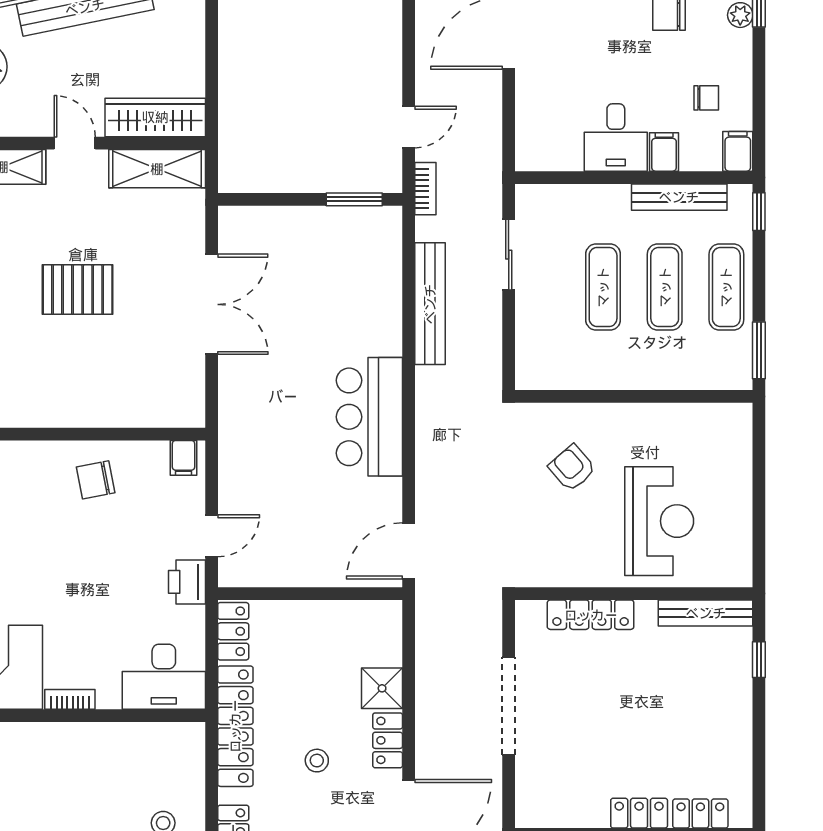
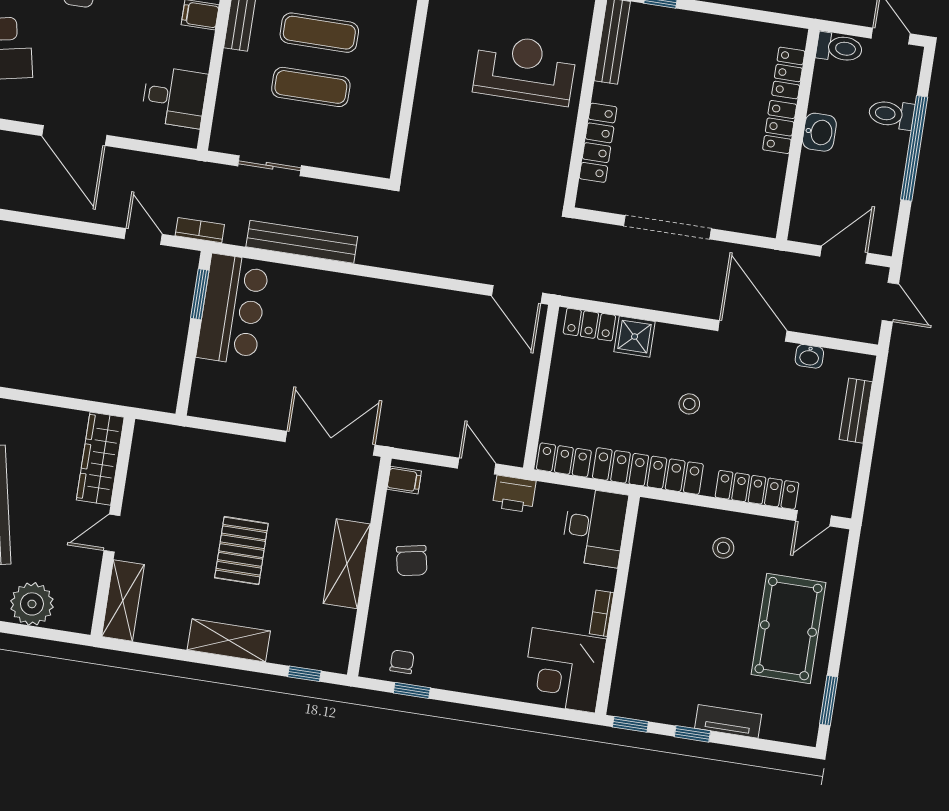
desk: (616, 137) -> (174, 97), moved
shelving: (157, 169) -> (347, 564), moved
double door: (212, 304) -> (330, 443), moved
bar counter: (369, 417) -> (233, 310), moved, turned -90
armchair: (572, 468) -> (466, 139), removed
locker: (388, 740) -> (589, 325), moved

